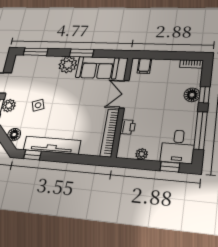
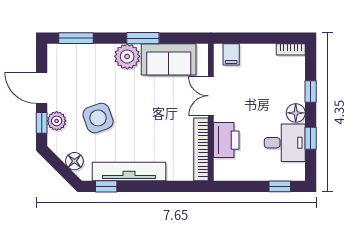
floor lamp: (192, 95) -> (296, 113), moved
side table: (38, 105) -> (98, 118), width x1.87, depth x1.87
printer: (128, 127) -> (226, 140), width x1.87, depth x1.48
window: (201, 130) -> (311, 138), width x0.46
desk: (178, 146) -> (285, 143), moved, turned -90
plant: (142, 154) -> (244, 174), removed

